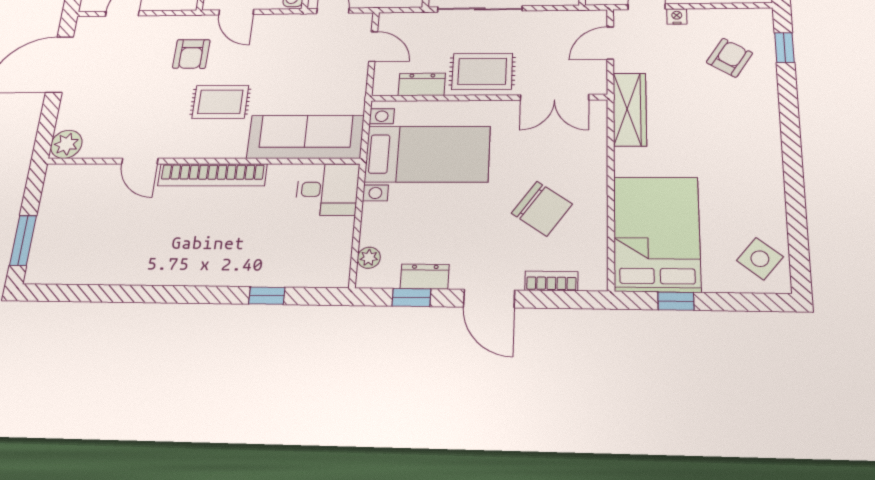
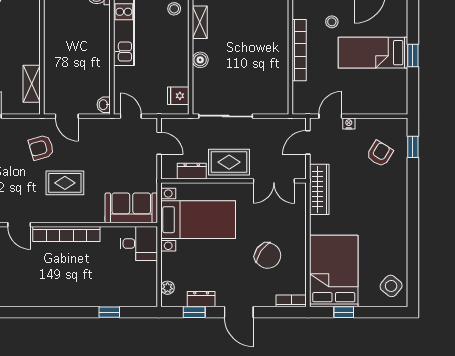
armchair: (191, 54) -> (41, 148), turned 73
sofa: (306, 137) -> (131, 208), width x0.73
bookcase: (551, 281) -> (291, 301), moved

